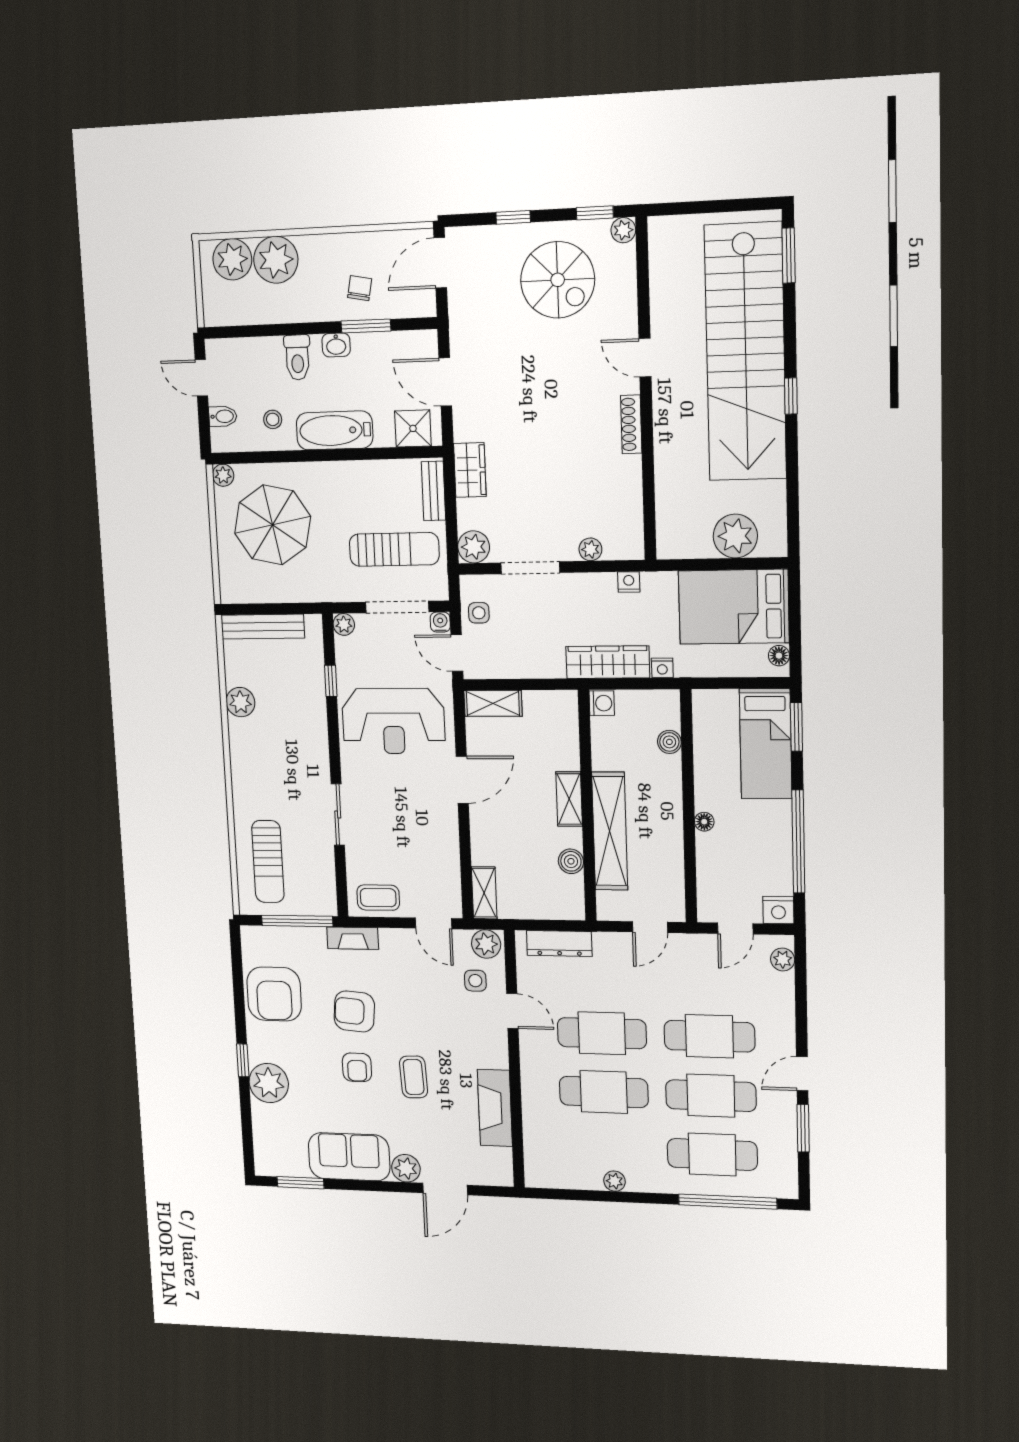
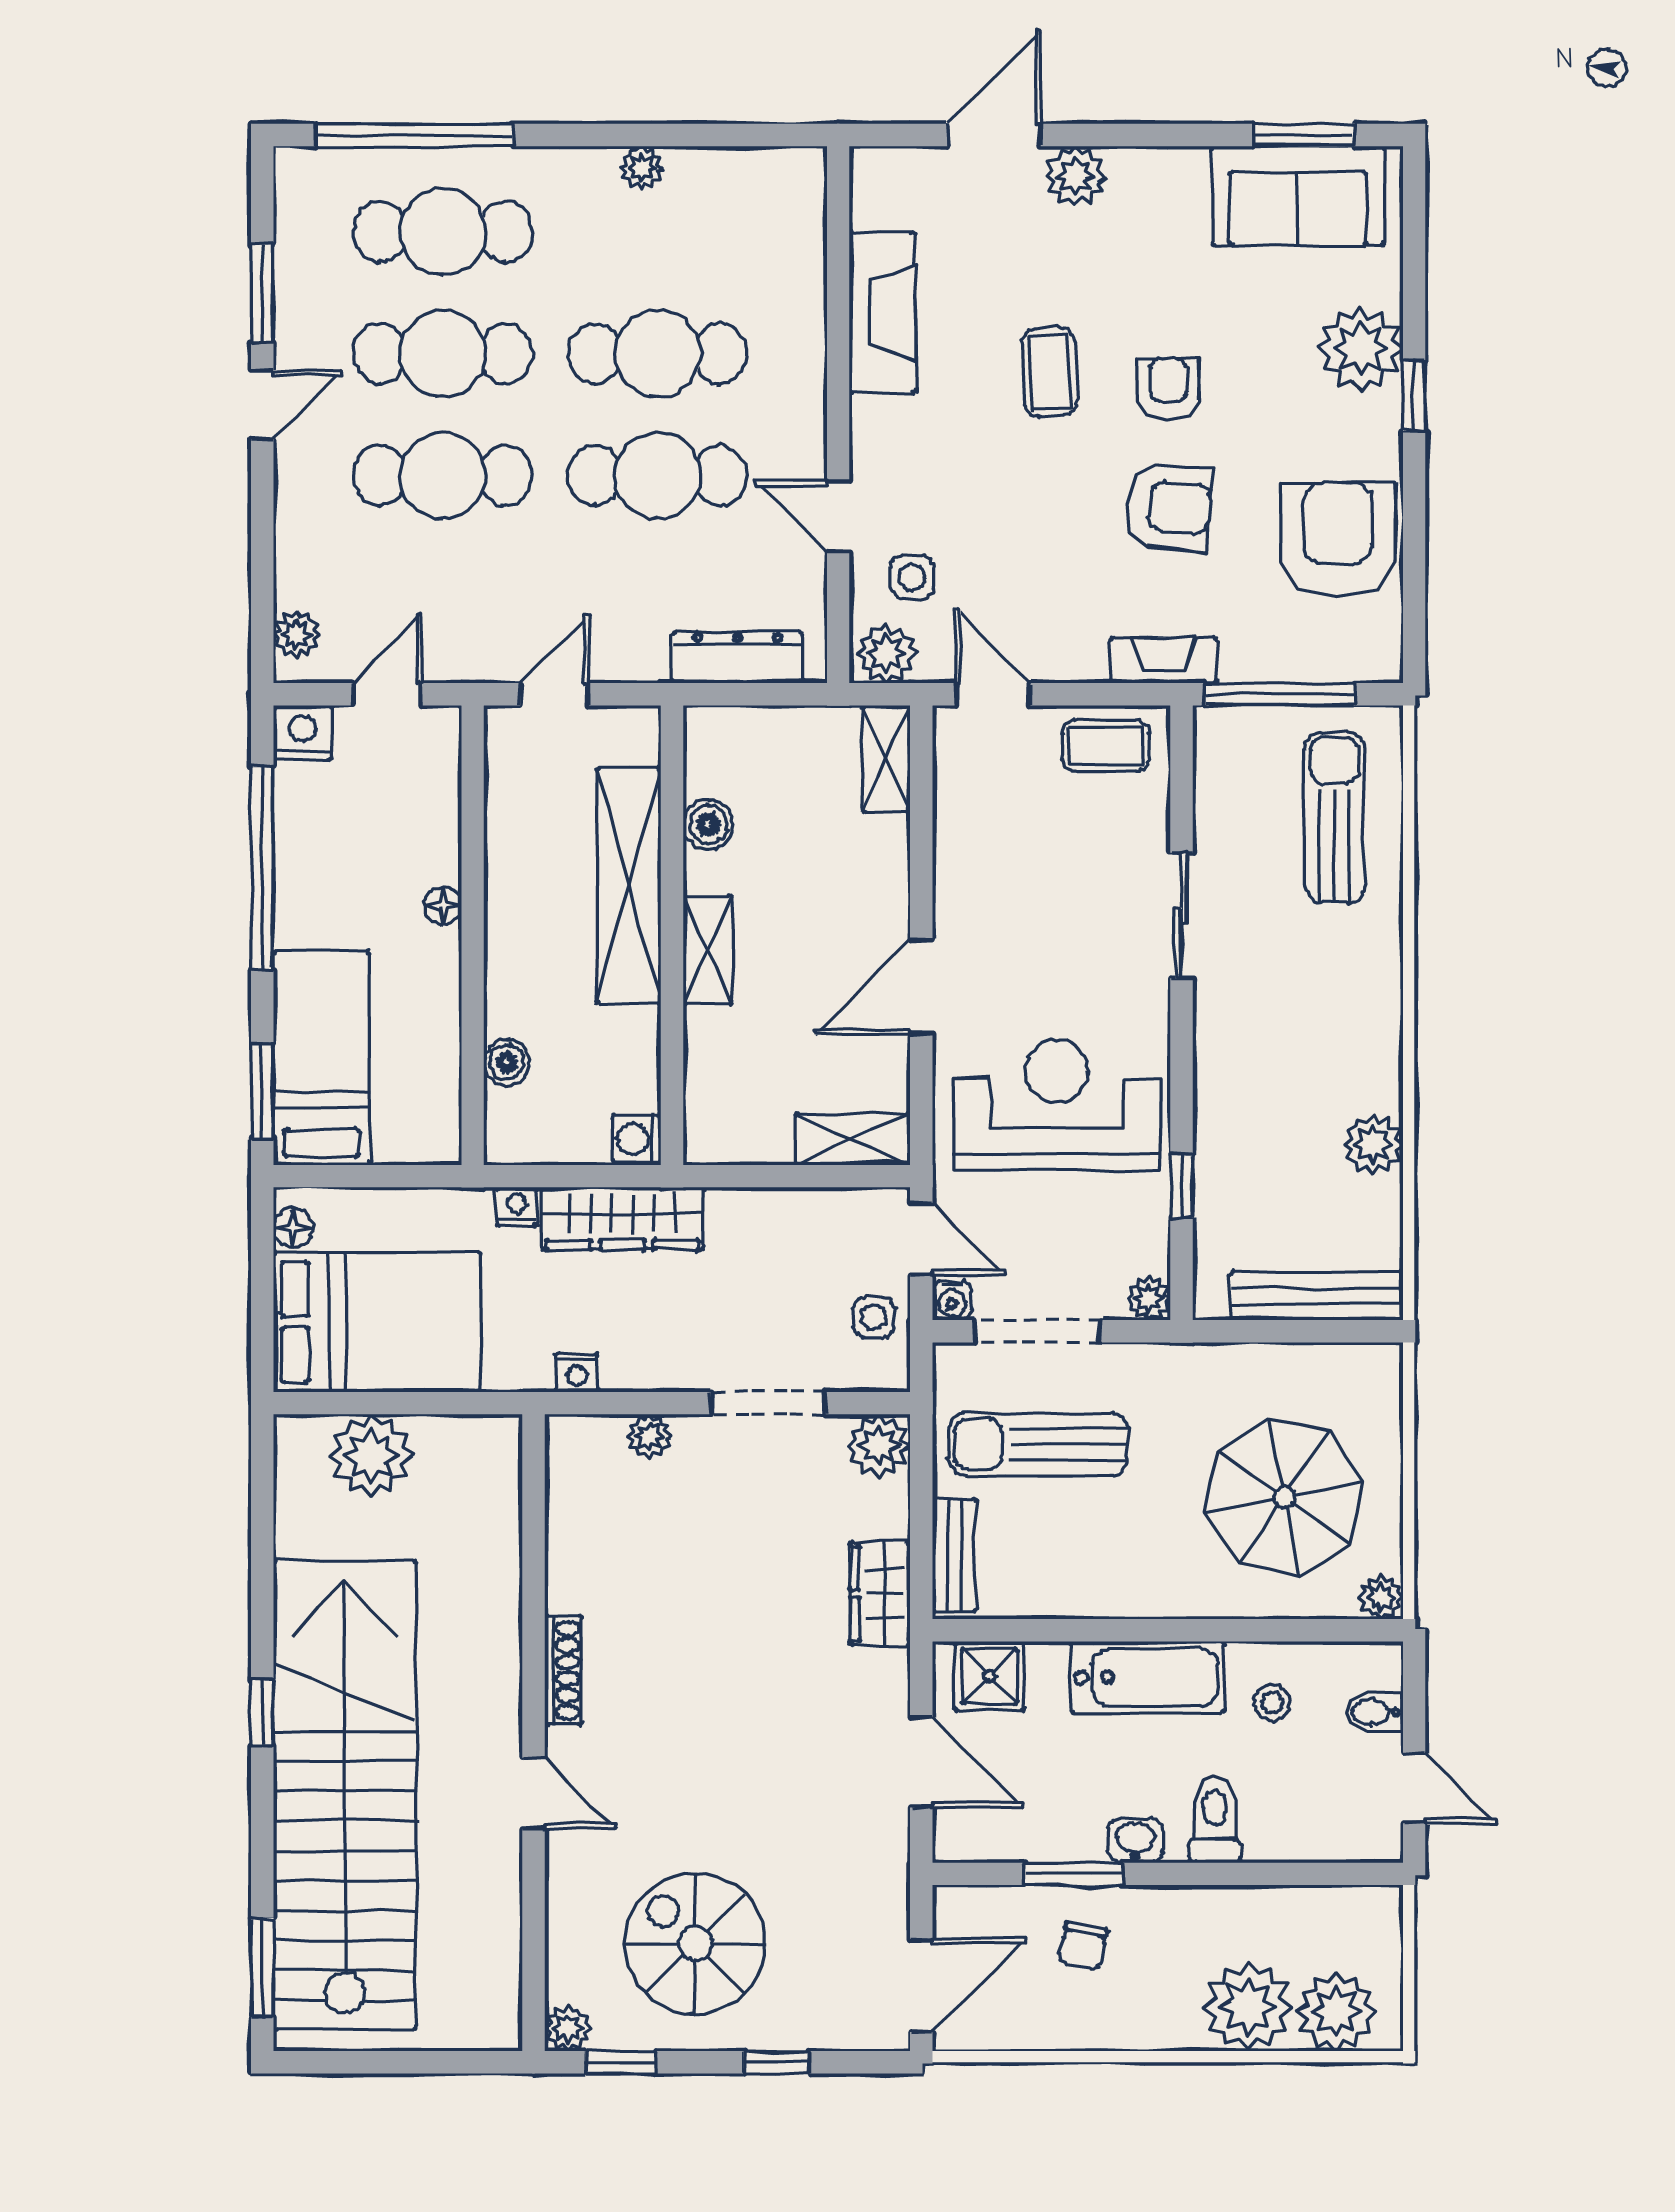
sofa: (349, 1157) -> (1298, 196), moved

